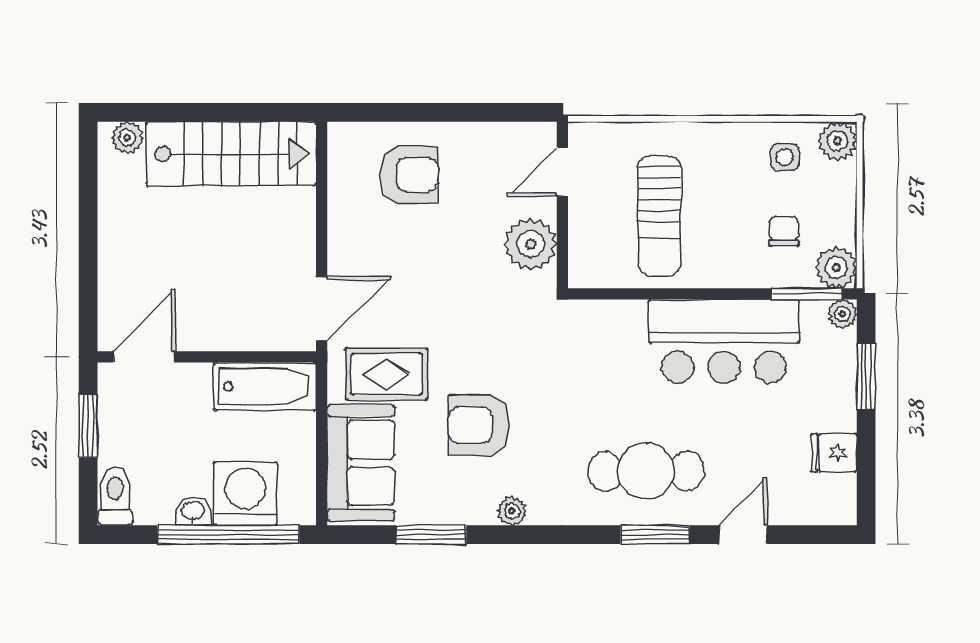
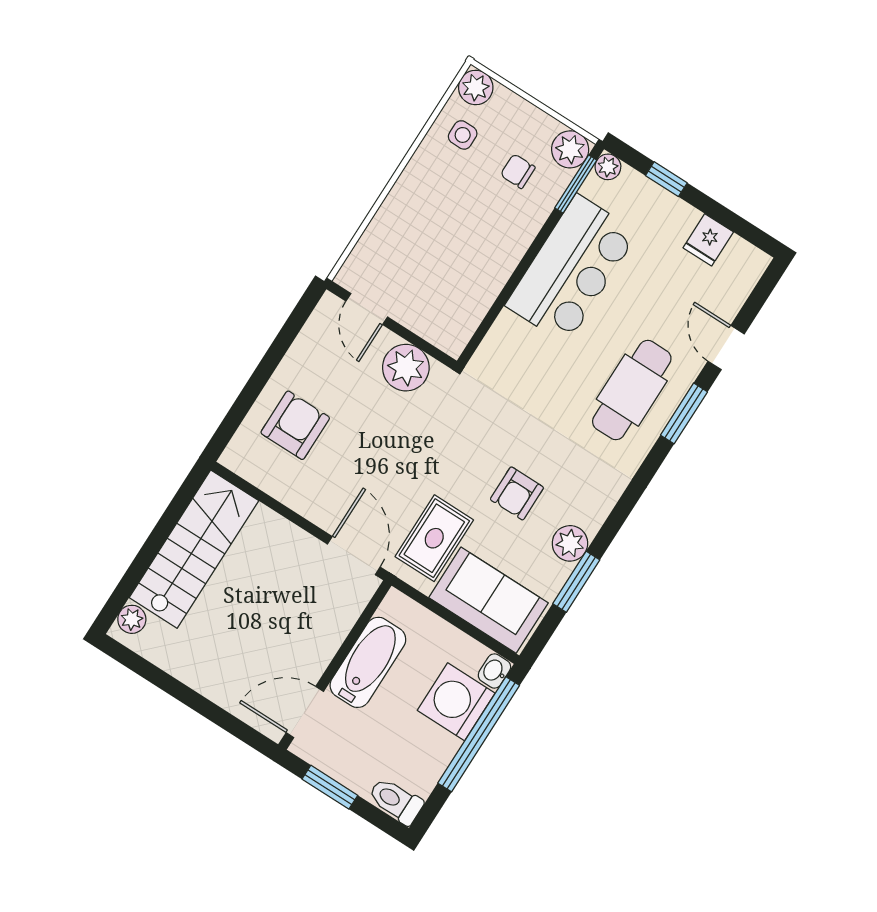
sun lounger: (659, 216) -> (447, 257), removed
door: (144, 357) -> (305, 712), hinge flipped
window: (866, 376) -> (666, 179), width x0.67
bathtub: (265, 387) -> (368, 662), moved
armchair: (479, 425) -> (517, 493), width x0.72, depth x0.72
washbasin: (193, 511) -> (494, 671), moved
plant: (512, 511) -> (570, 543), moved, width x1.38, depth x1.38

